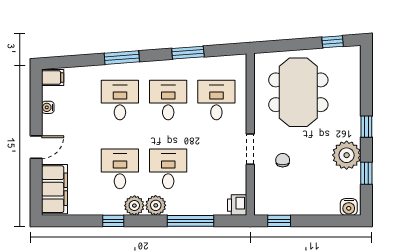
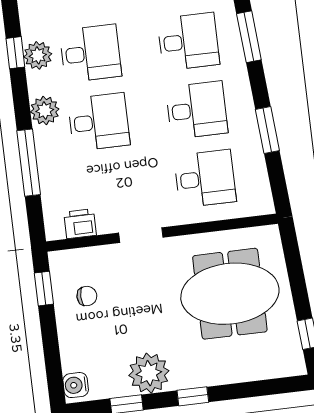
chair: (283, 160) -> (87, 296), moved
printer: (237, 205) -> (80, 224), moved
plant: (134, 206) -> (38, 55), moved

